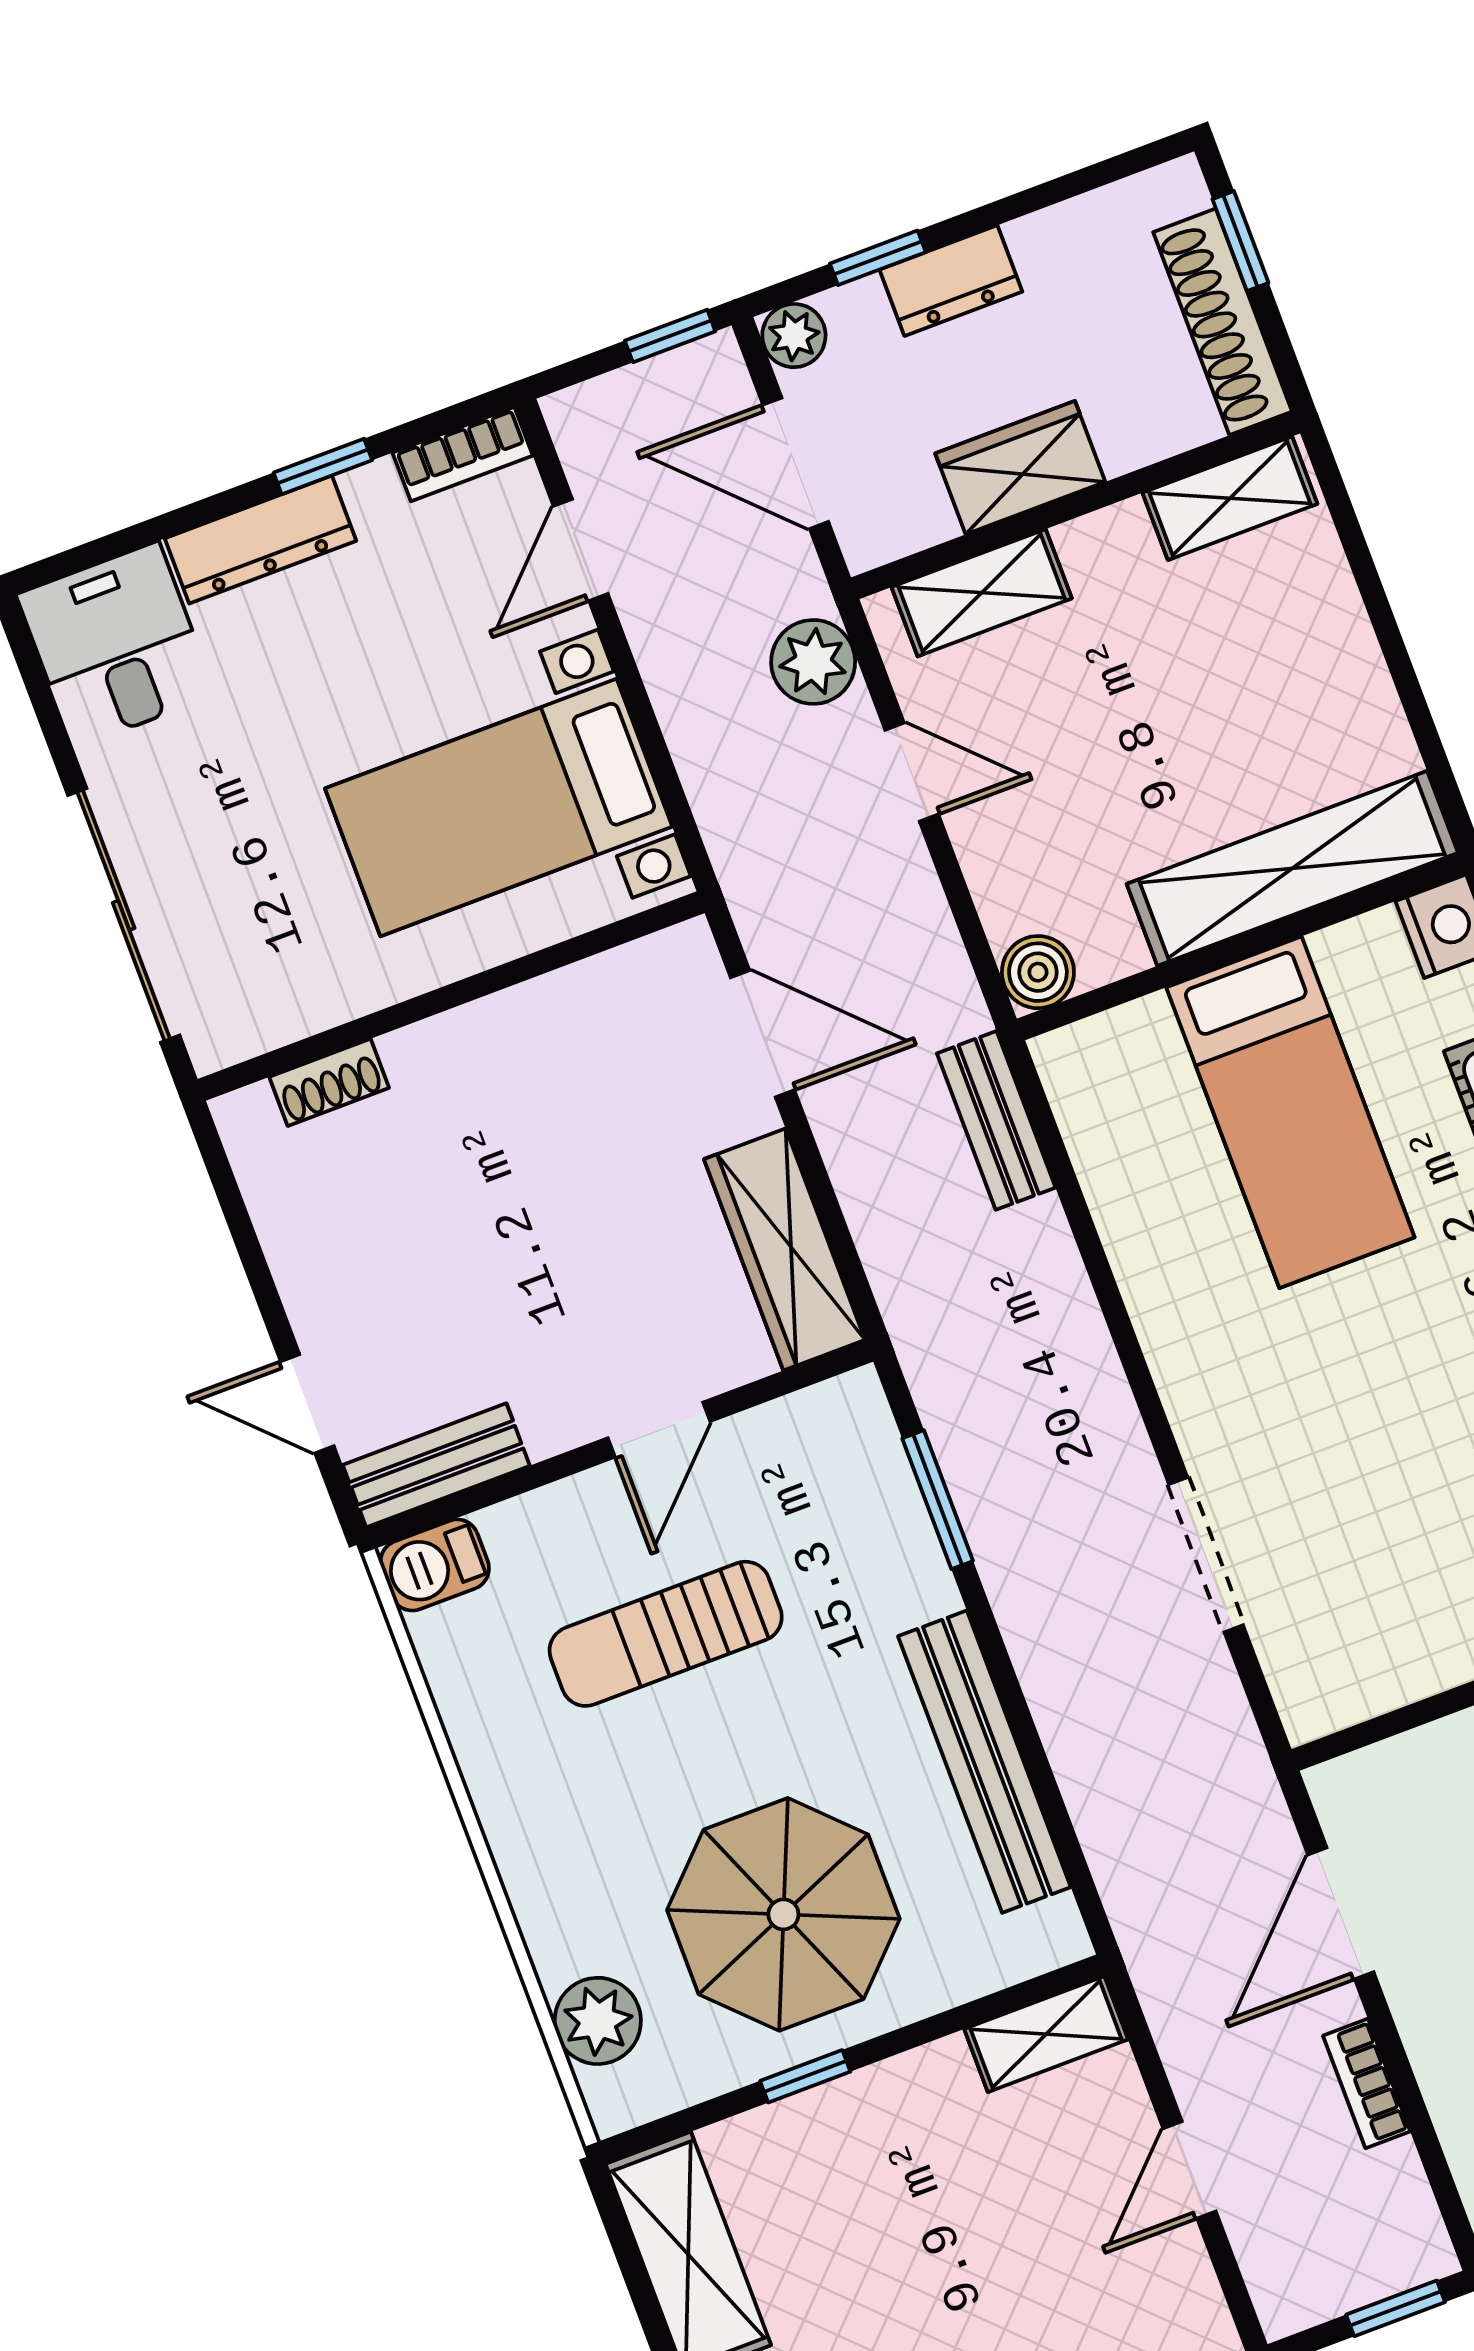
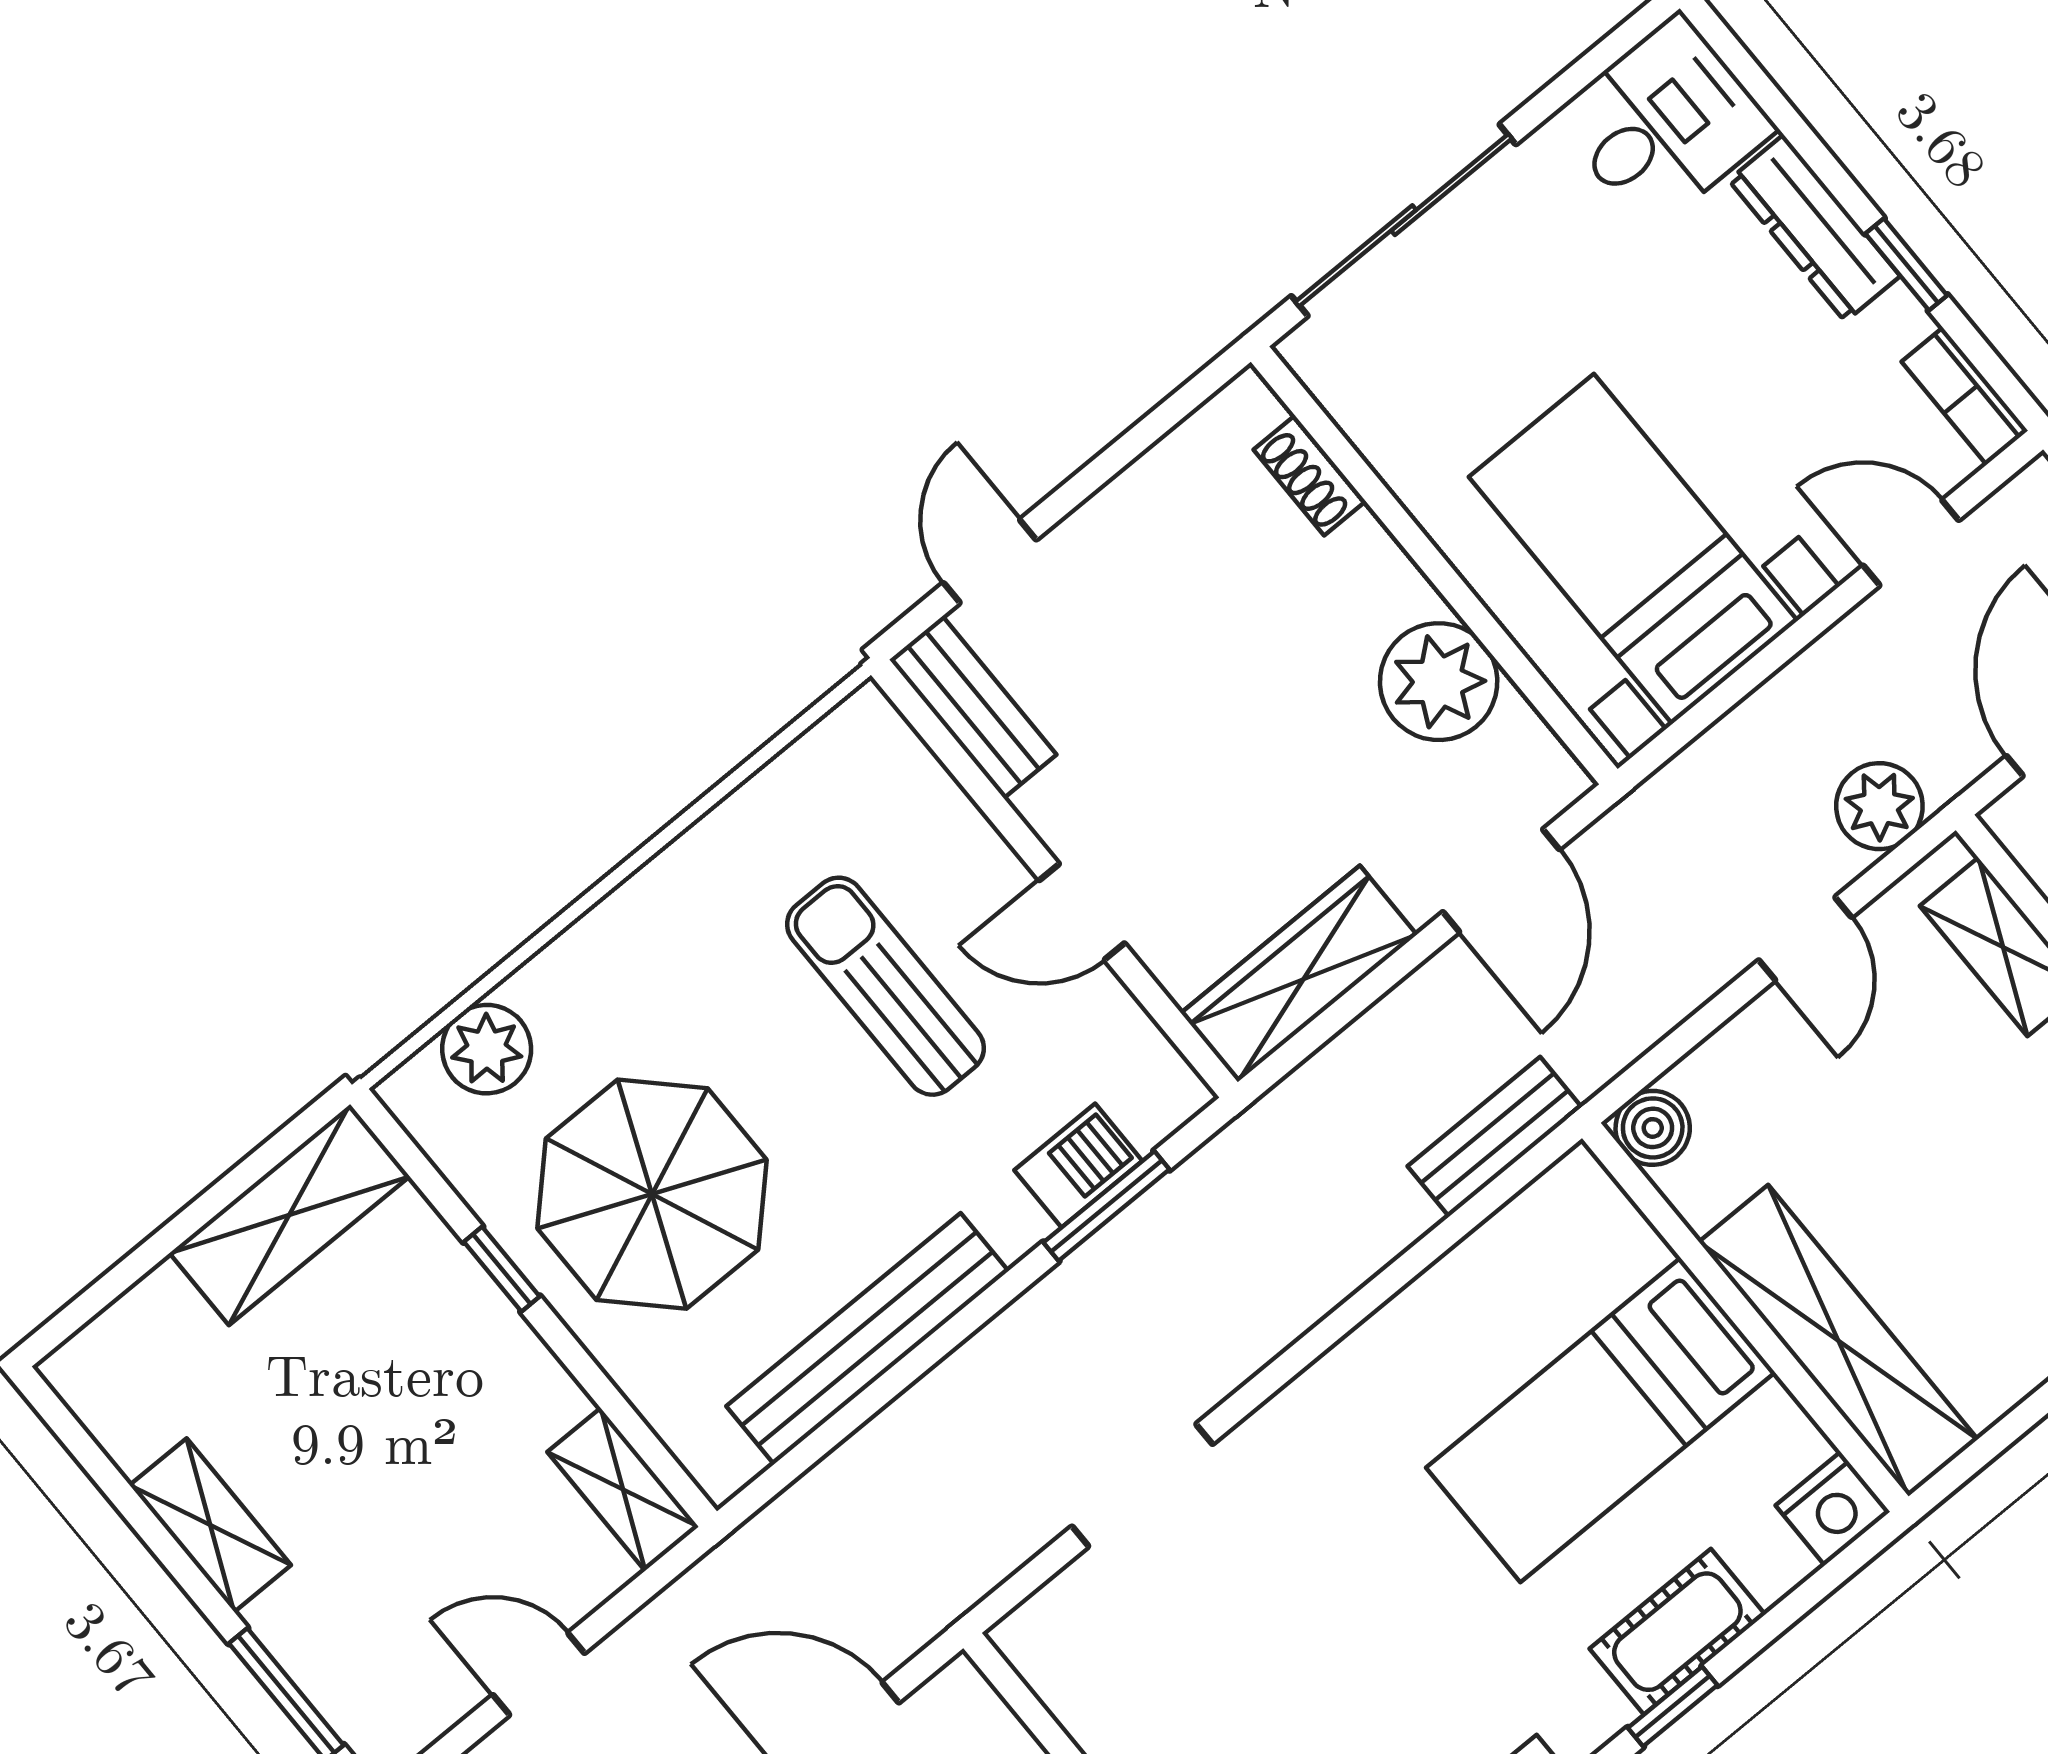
plant: (560, 1029) -> (1439, 682), added
barbecue: (435, 1565) -> (1078, 1166), moved, turned 90

